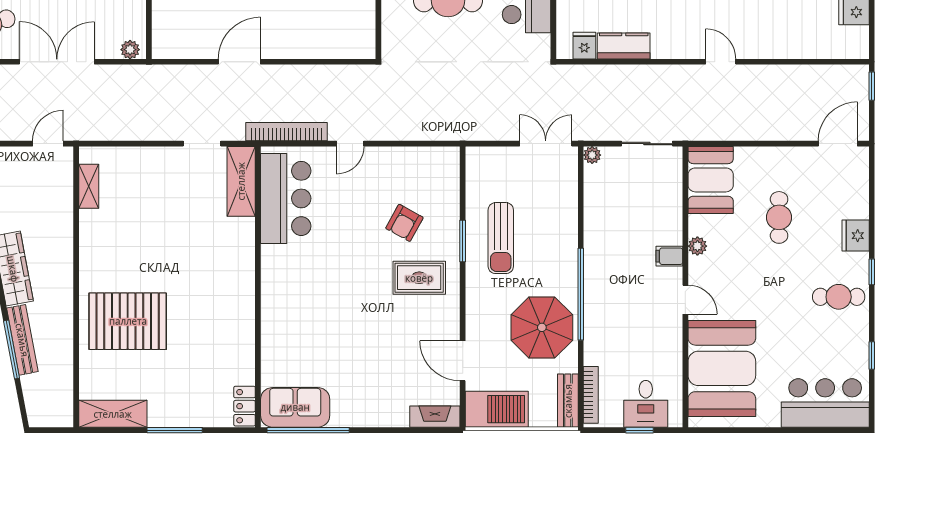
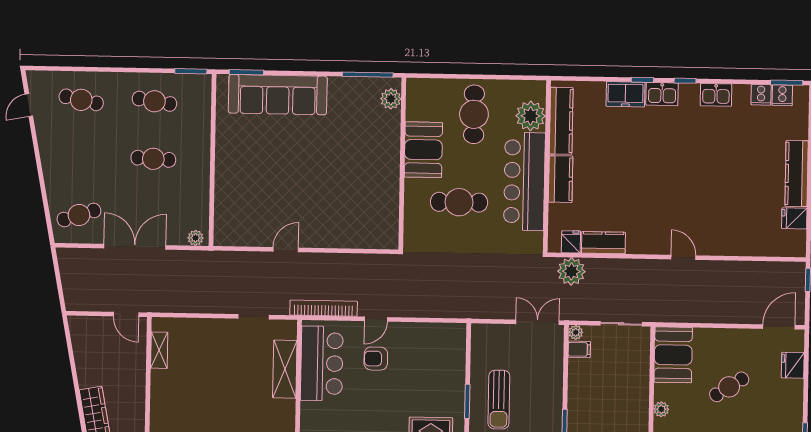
door: (239, 62) -> (286, 250), width x0.73
plant: (586, 81) -> (571, 271), added
door: (48, 144) -> (126, 314), swing flipped
shelving: (241, 181) -> (285, 369), moved
cafe table: (779, 217) -> (729, 387), turned 57
armchair: (404, 223) -> (376, 359), moved, turned 61
fridge: (856, 236) -> (793, 365), moved
filing cabinet: (669, 256) -> (579, 349), moved, turned 180

